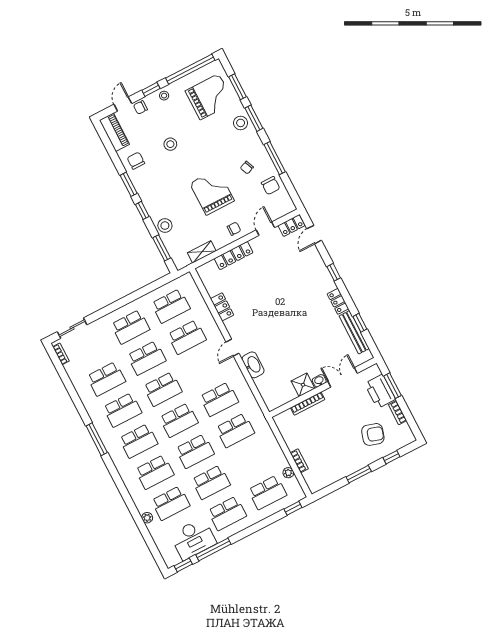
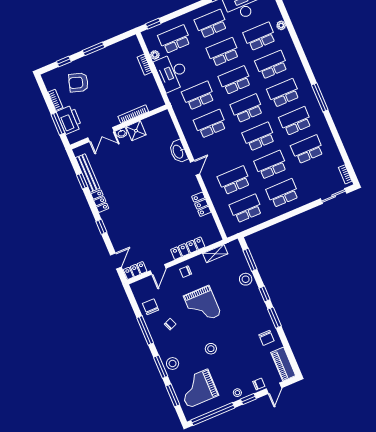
stool: (170, 144) -> (211, 349), moved
desk: (267, 454) -> (172, 72), added

